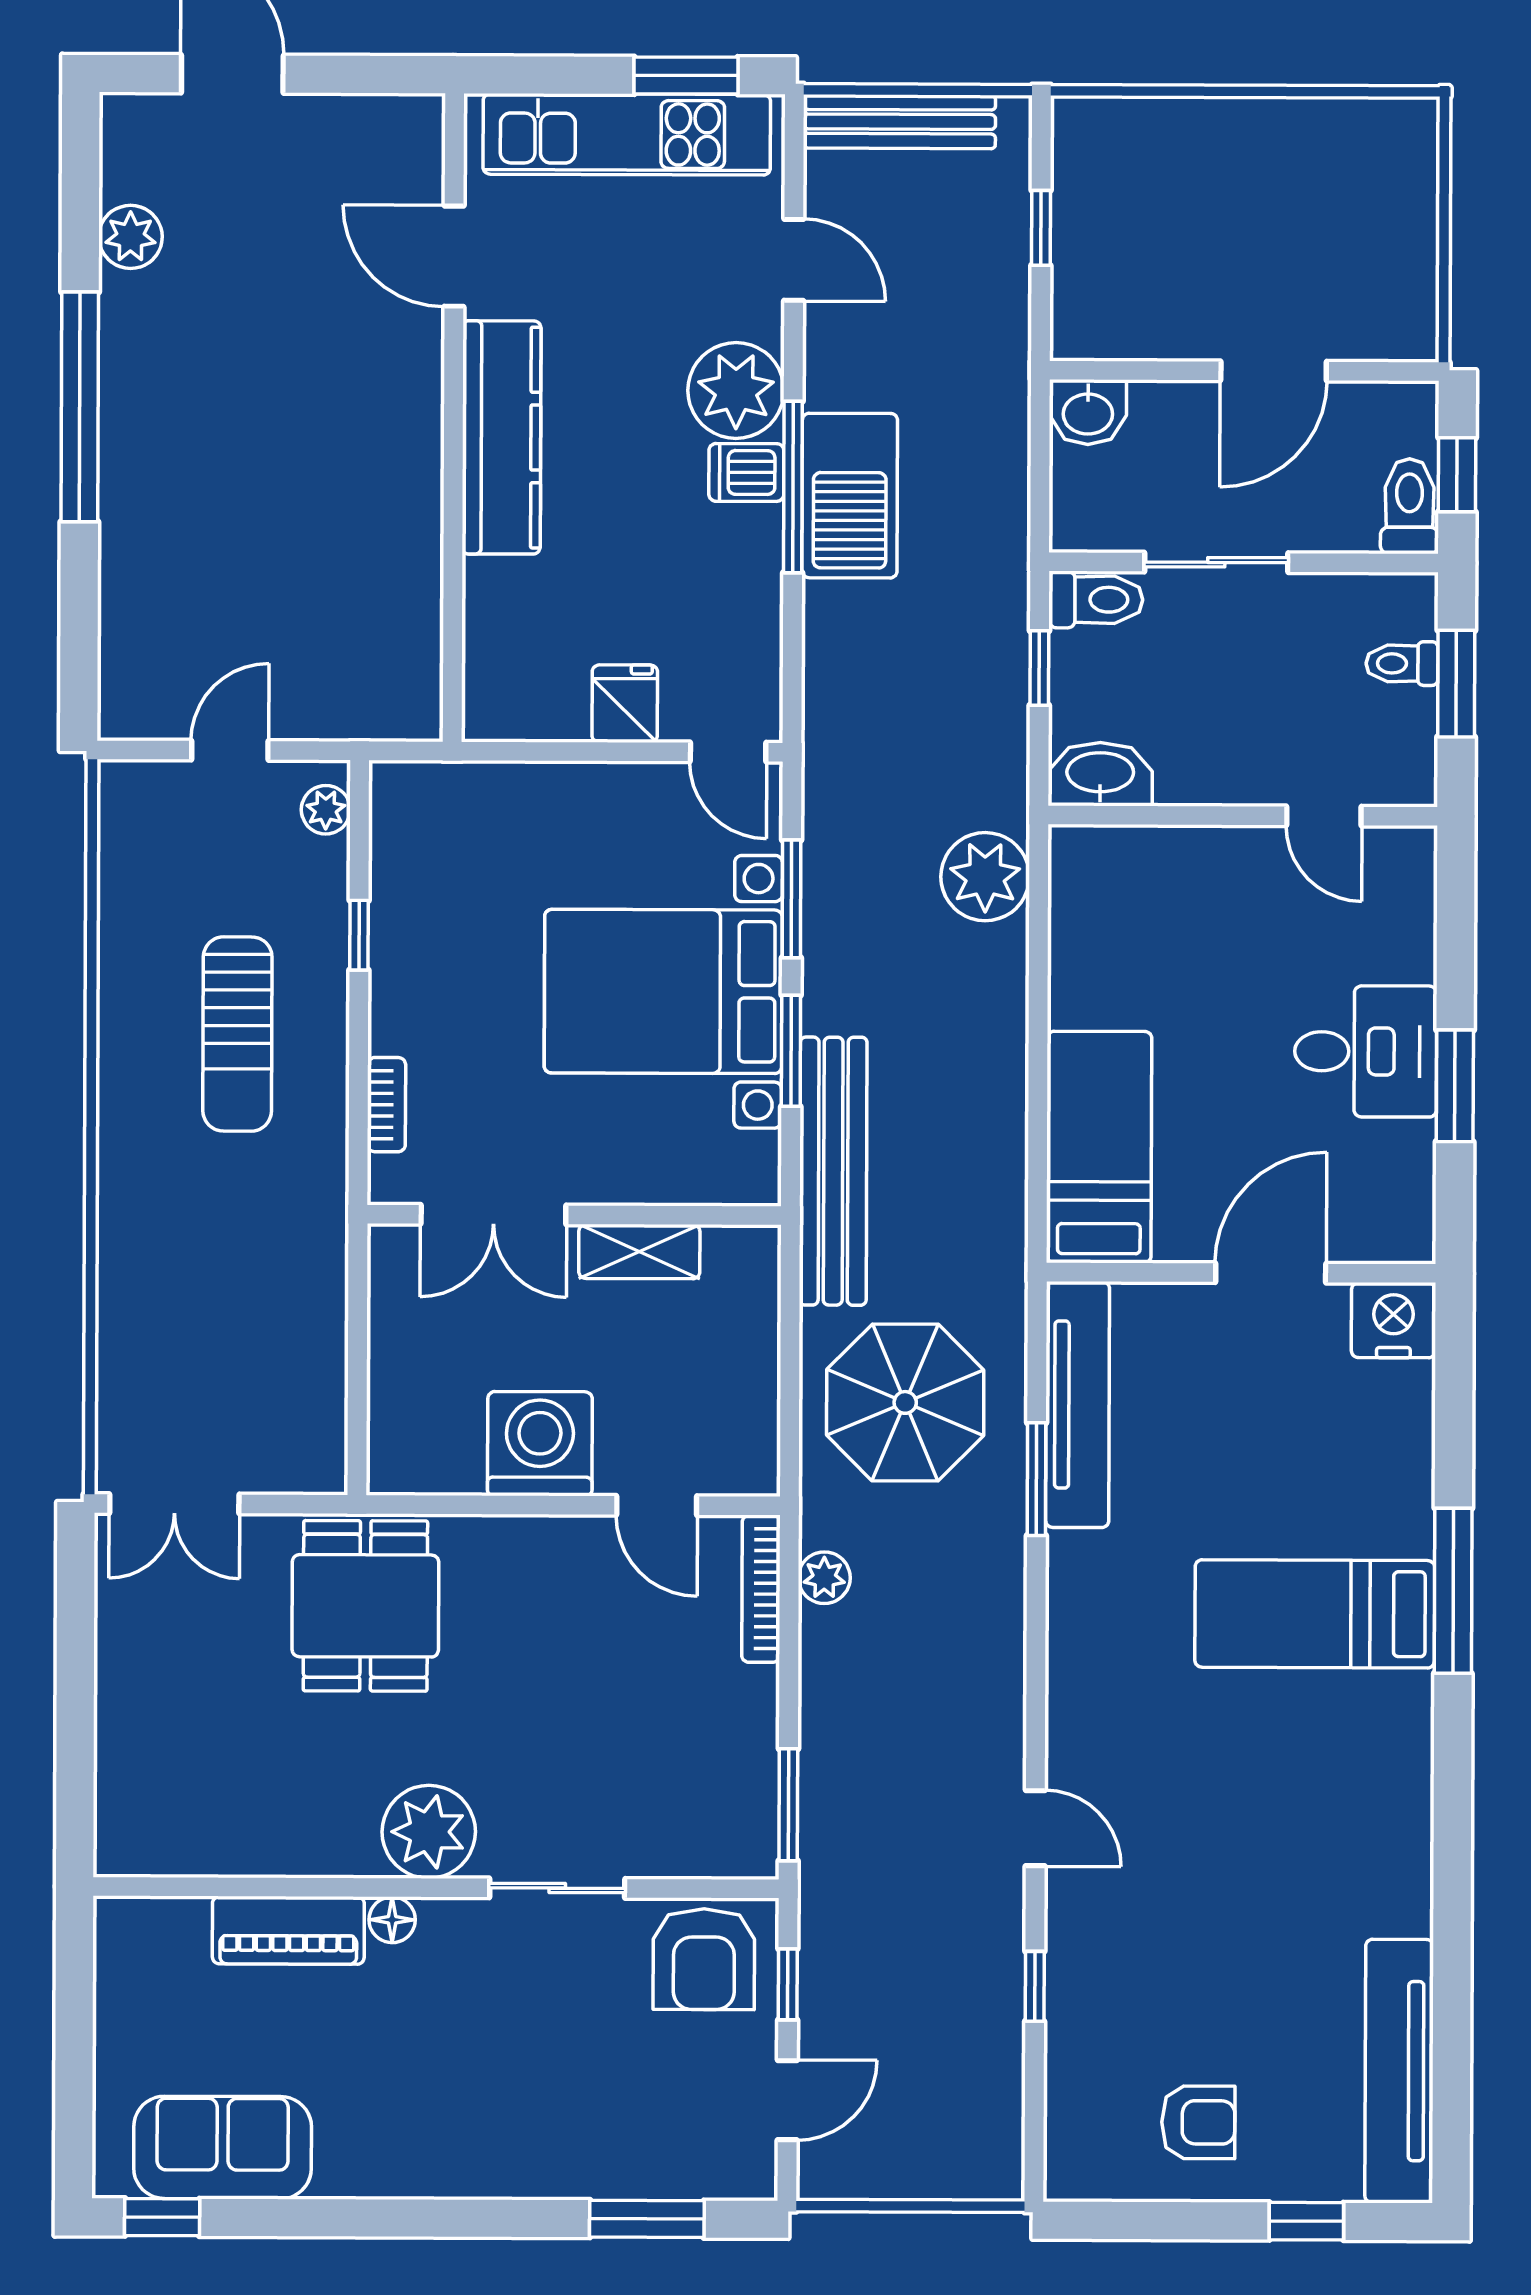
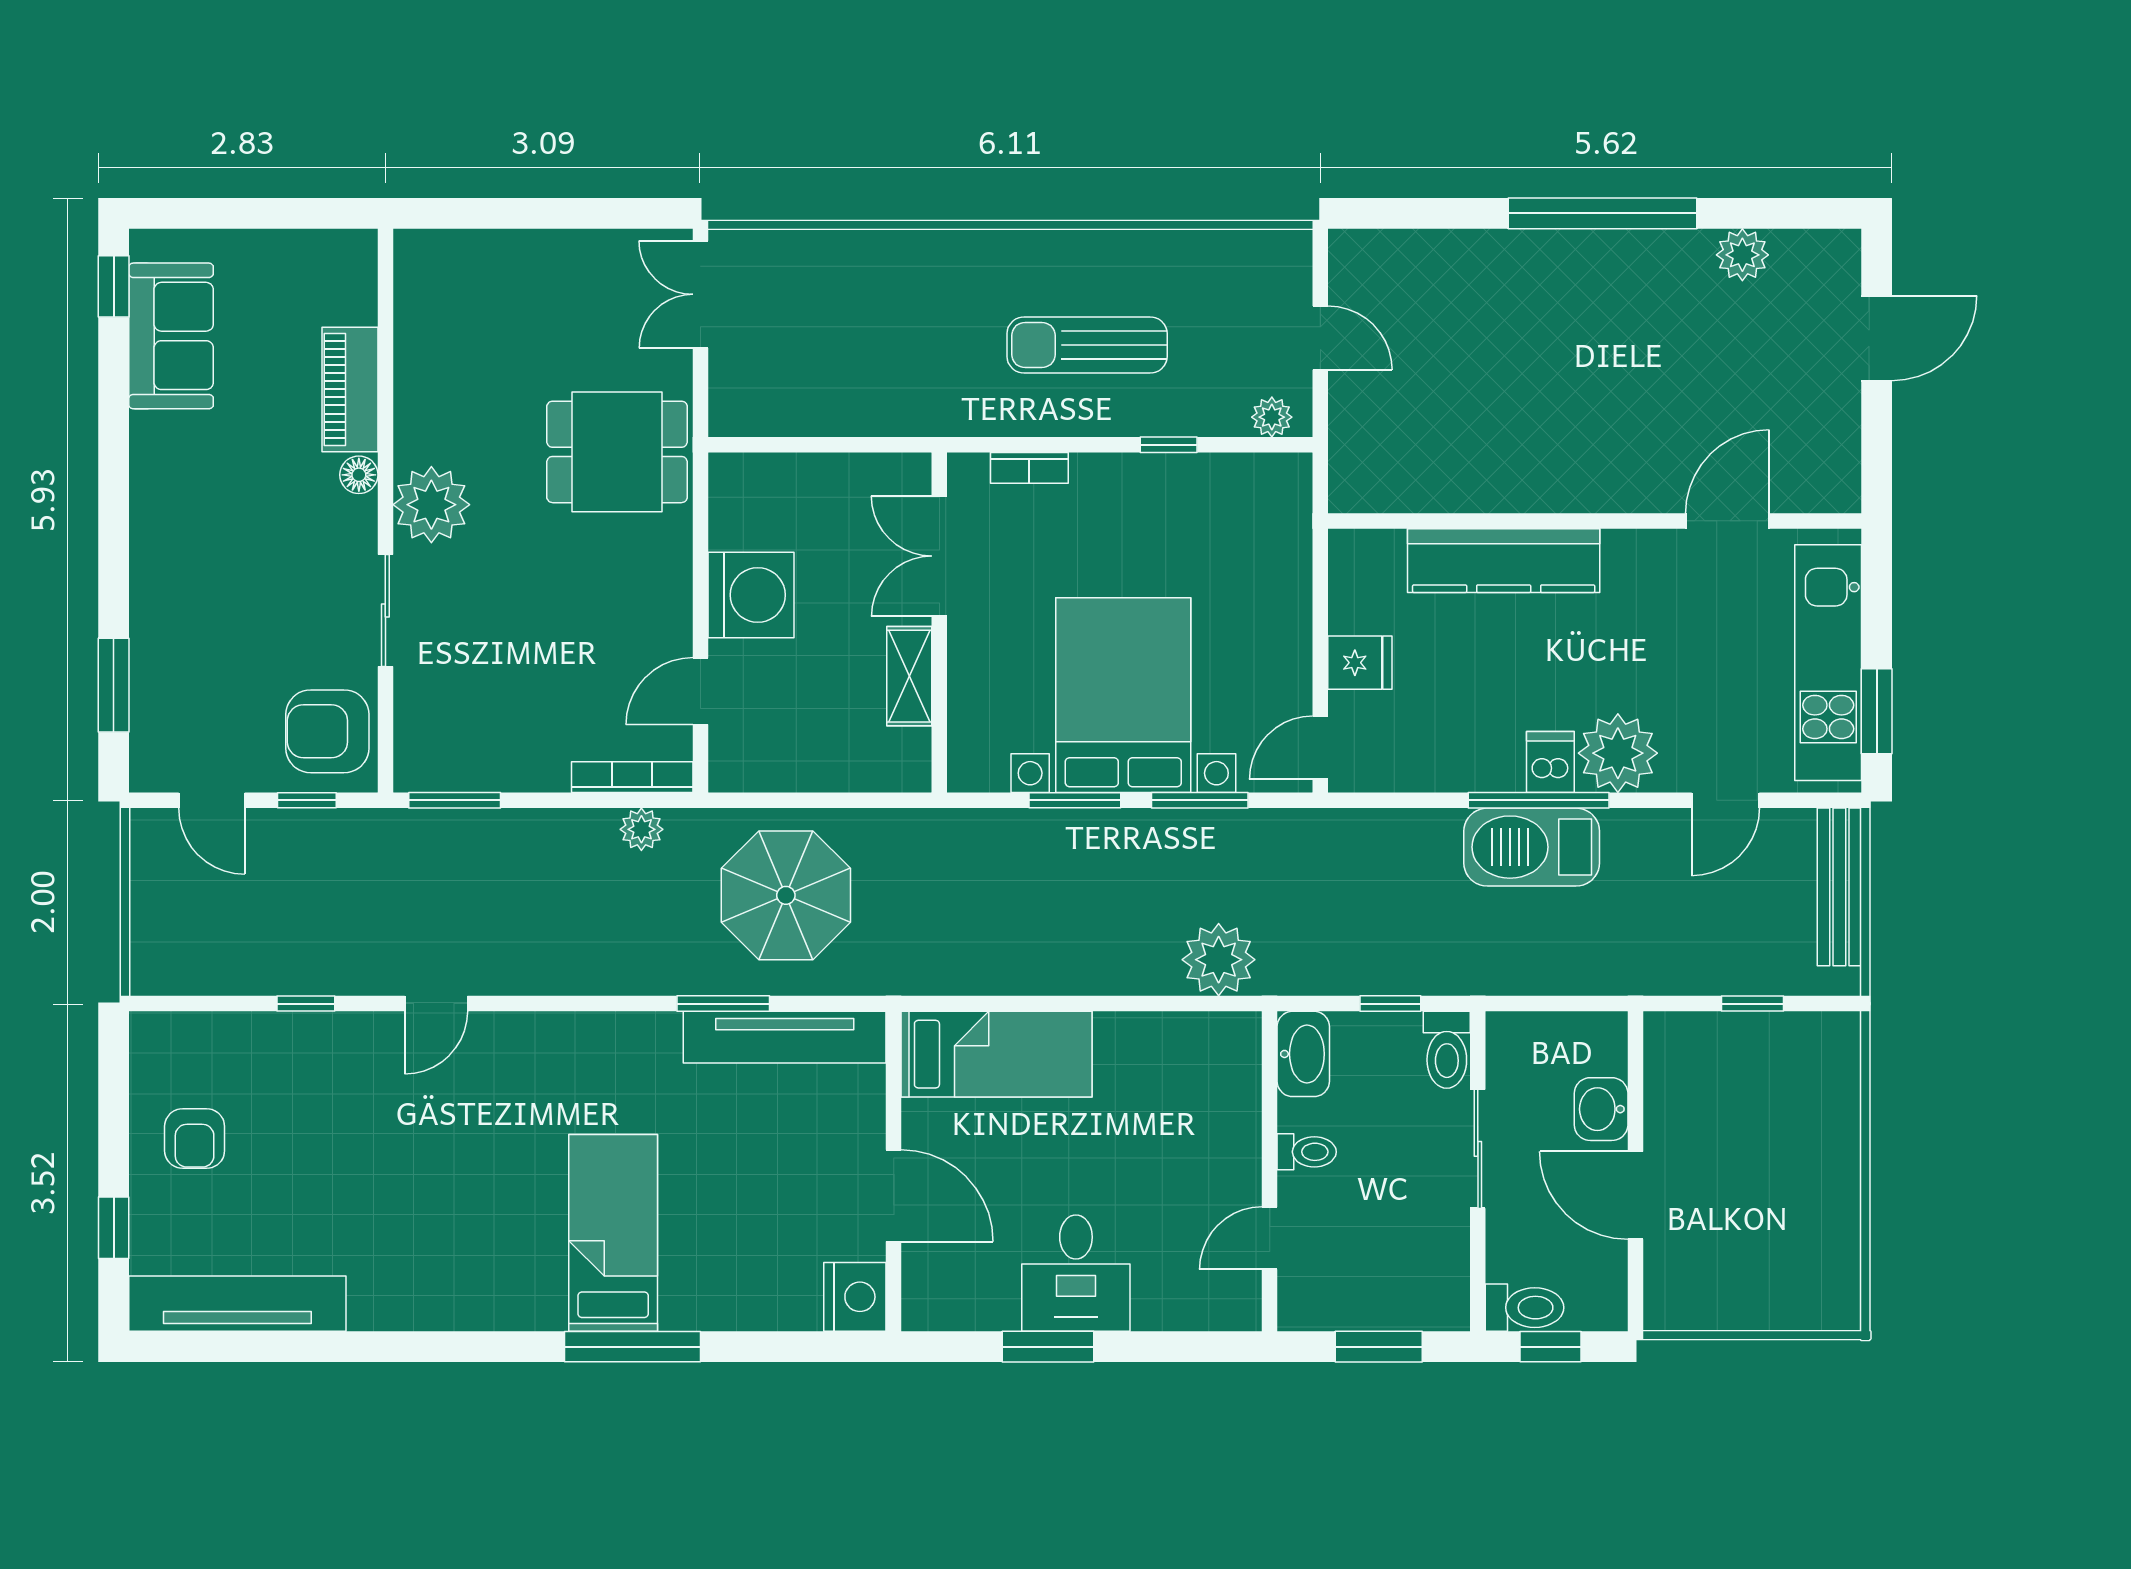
washbasin: (1088, 412) -> (1601, 1109), moved
kitchen counter: (502, 437) -> (1504, 561), moved
toilet: (1402, 663) -> (1307, 1152), moved, turned 90
bench: (833, 1171) -> (976, 835), removed

